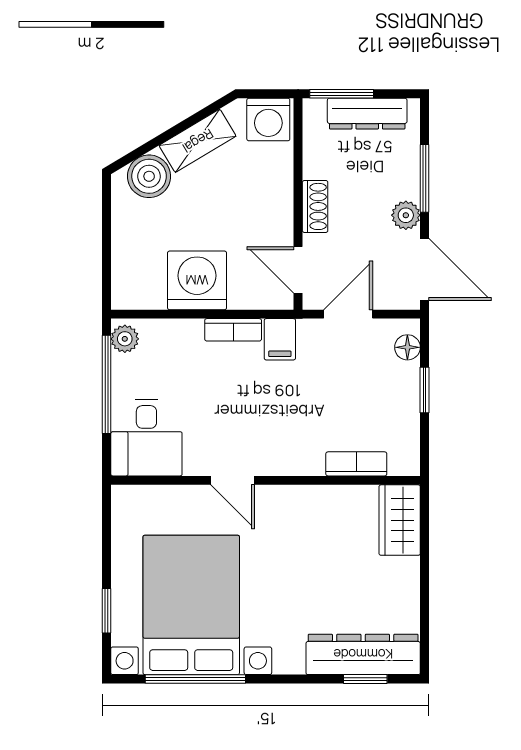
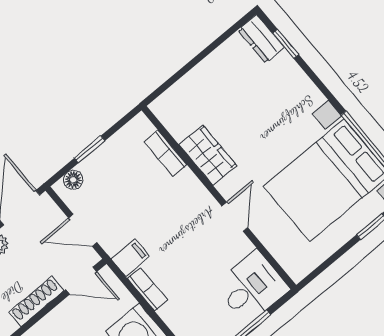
shoe rack: (315, 206) -> (36, 301), width x1.43
door: (298, 270) -> (81, 281), hinge flipped
wardrobe: (400, 520) -> (208, 155), moved, turned -90
dresser: (363, 654) -> (261, 39), width x0.51, depth x0.80

